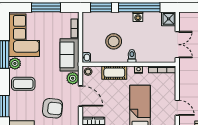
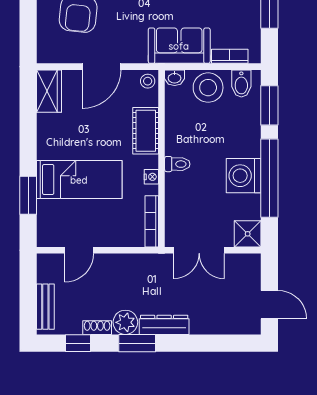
washing machine: (138, 17) -> (244, 176), width x1.89, depth x1.89
bidet: (89, 22) -> (241, 84), added
stool: (114, 41) -> (208, 88), moved
plant: (73, 78) -> (135, 52), removed

